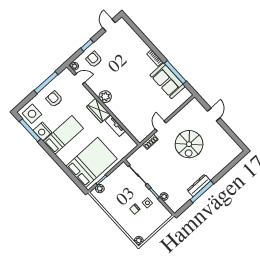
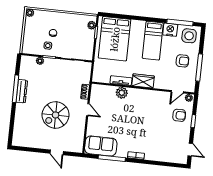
sofa: (168, 81) -> (101, 146), moved
plant: (105, 97) -> (122, 93), moved
spiral stairs: (189, 144) -> (56, 115), turned -90

